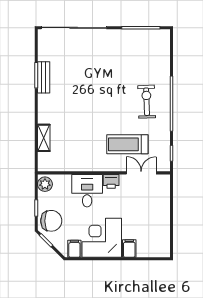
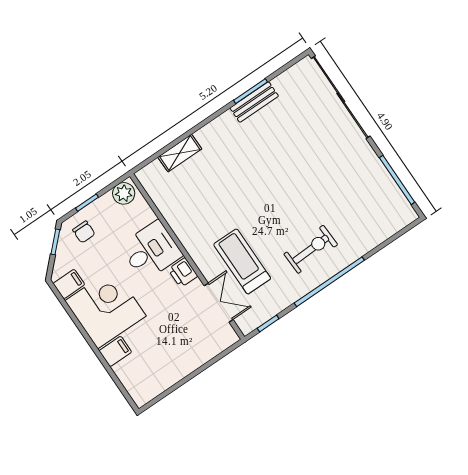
chair: (51, 221) -> (84, 232), width x0.54, depth x0.54

